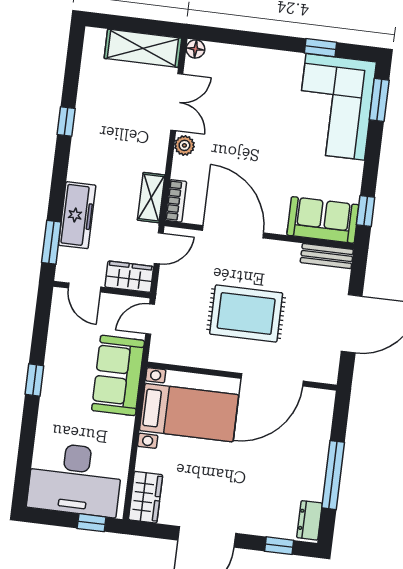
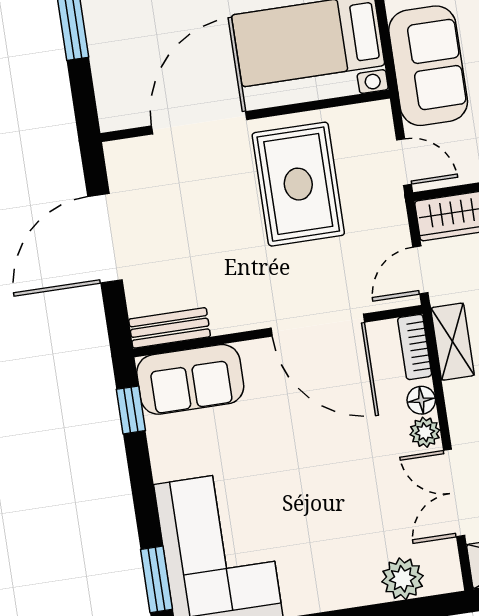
floor lamp: (195, 49) -> (421, 400), moved
plant: (224, 57) -> (403, 579), added
rug: (246, 314) -> (298, 184), moved, turned 90
door: (150, 319) -> (404, 162), hinge flipped

